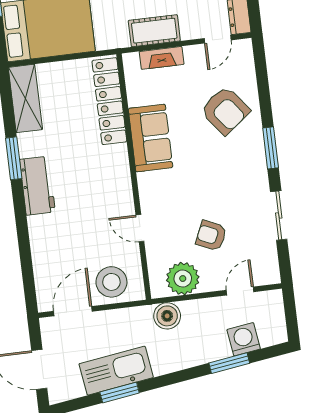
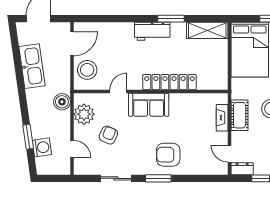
locker: (109, 101) -> (169, 82), moved
armchair: (225, 110) -> (168, 155), moved, turned 38
sofa: (150, 138) -> (149, 105), moved
door: (73, 311) -> (72, 44), hinge flipped
window: (120, 393) -> (18, 67), removed

